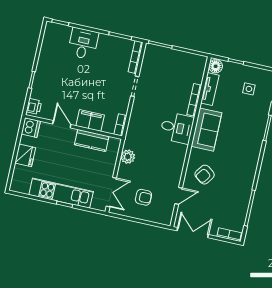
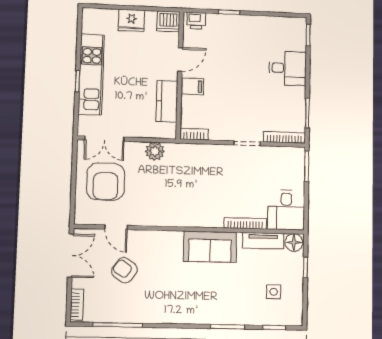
filing cabinet: (90, 121) -> (192, 86), width x0.50
desk: (177, 128) -> (286, 210), moved
armchair: (205, 175) -> (124, 270), moved
armchair: (143, 197) -> (106, 182), width x1.88, depth x1.88

